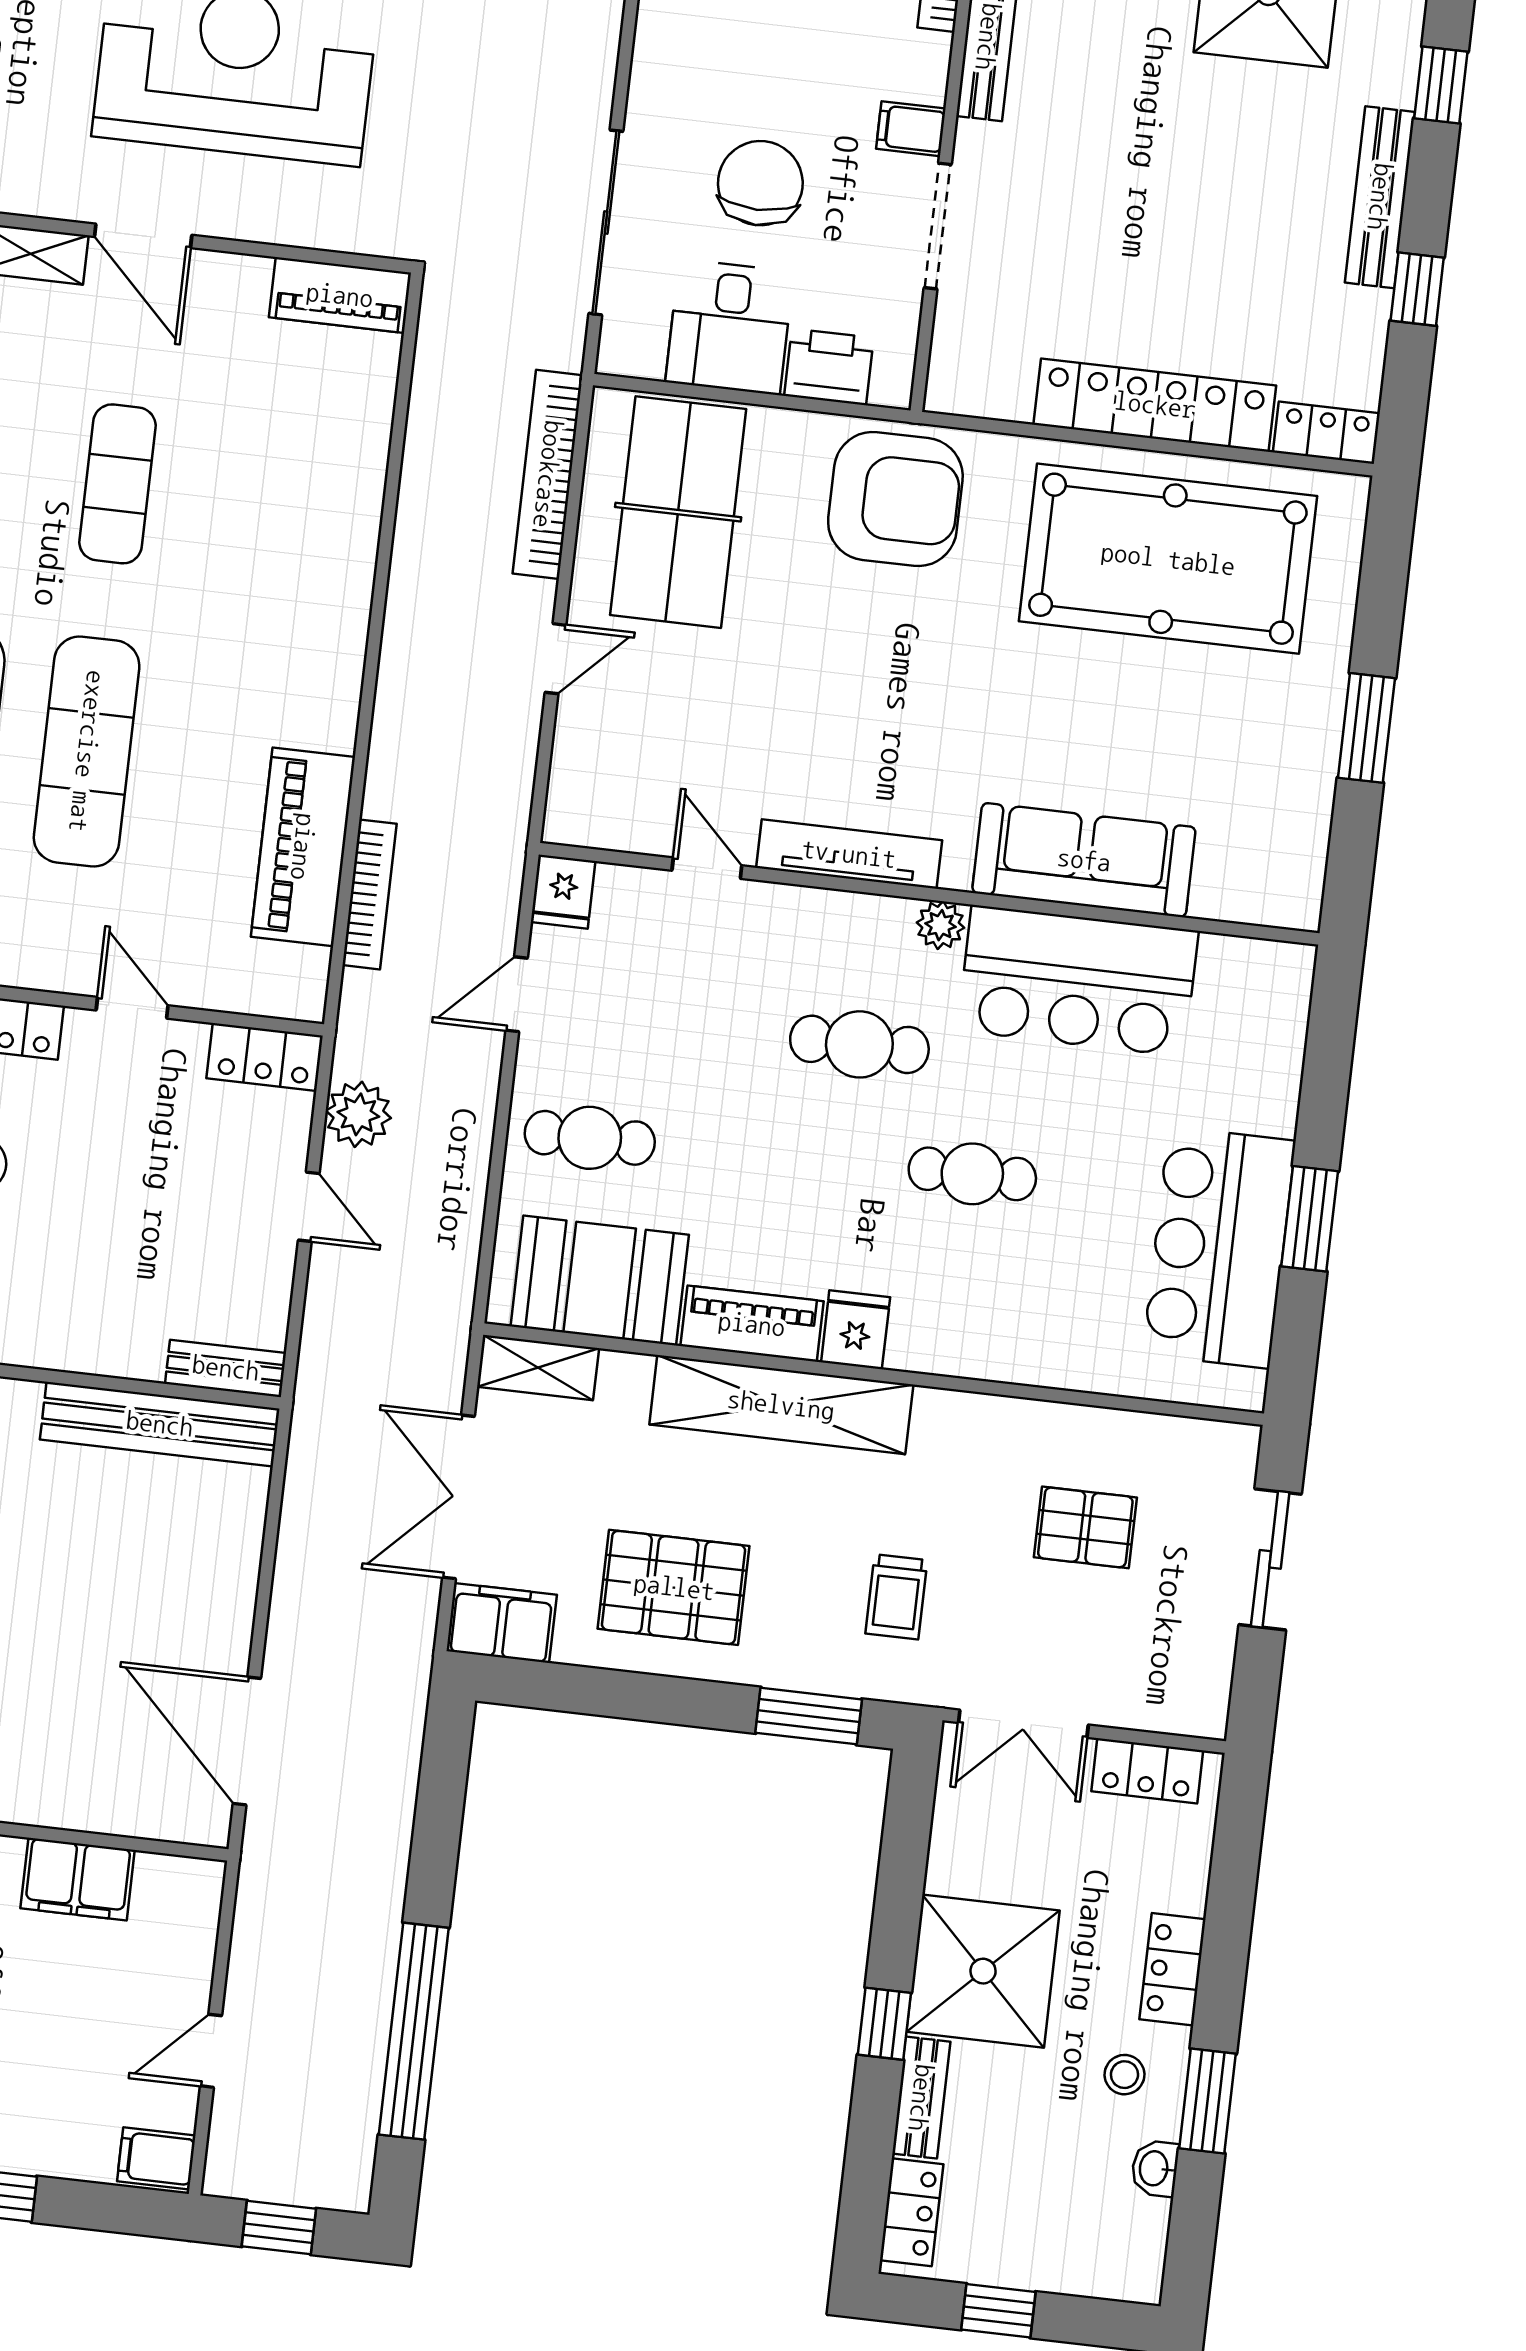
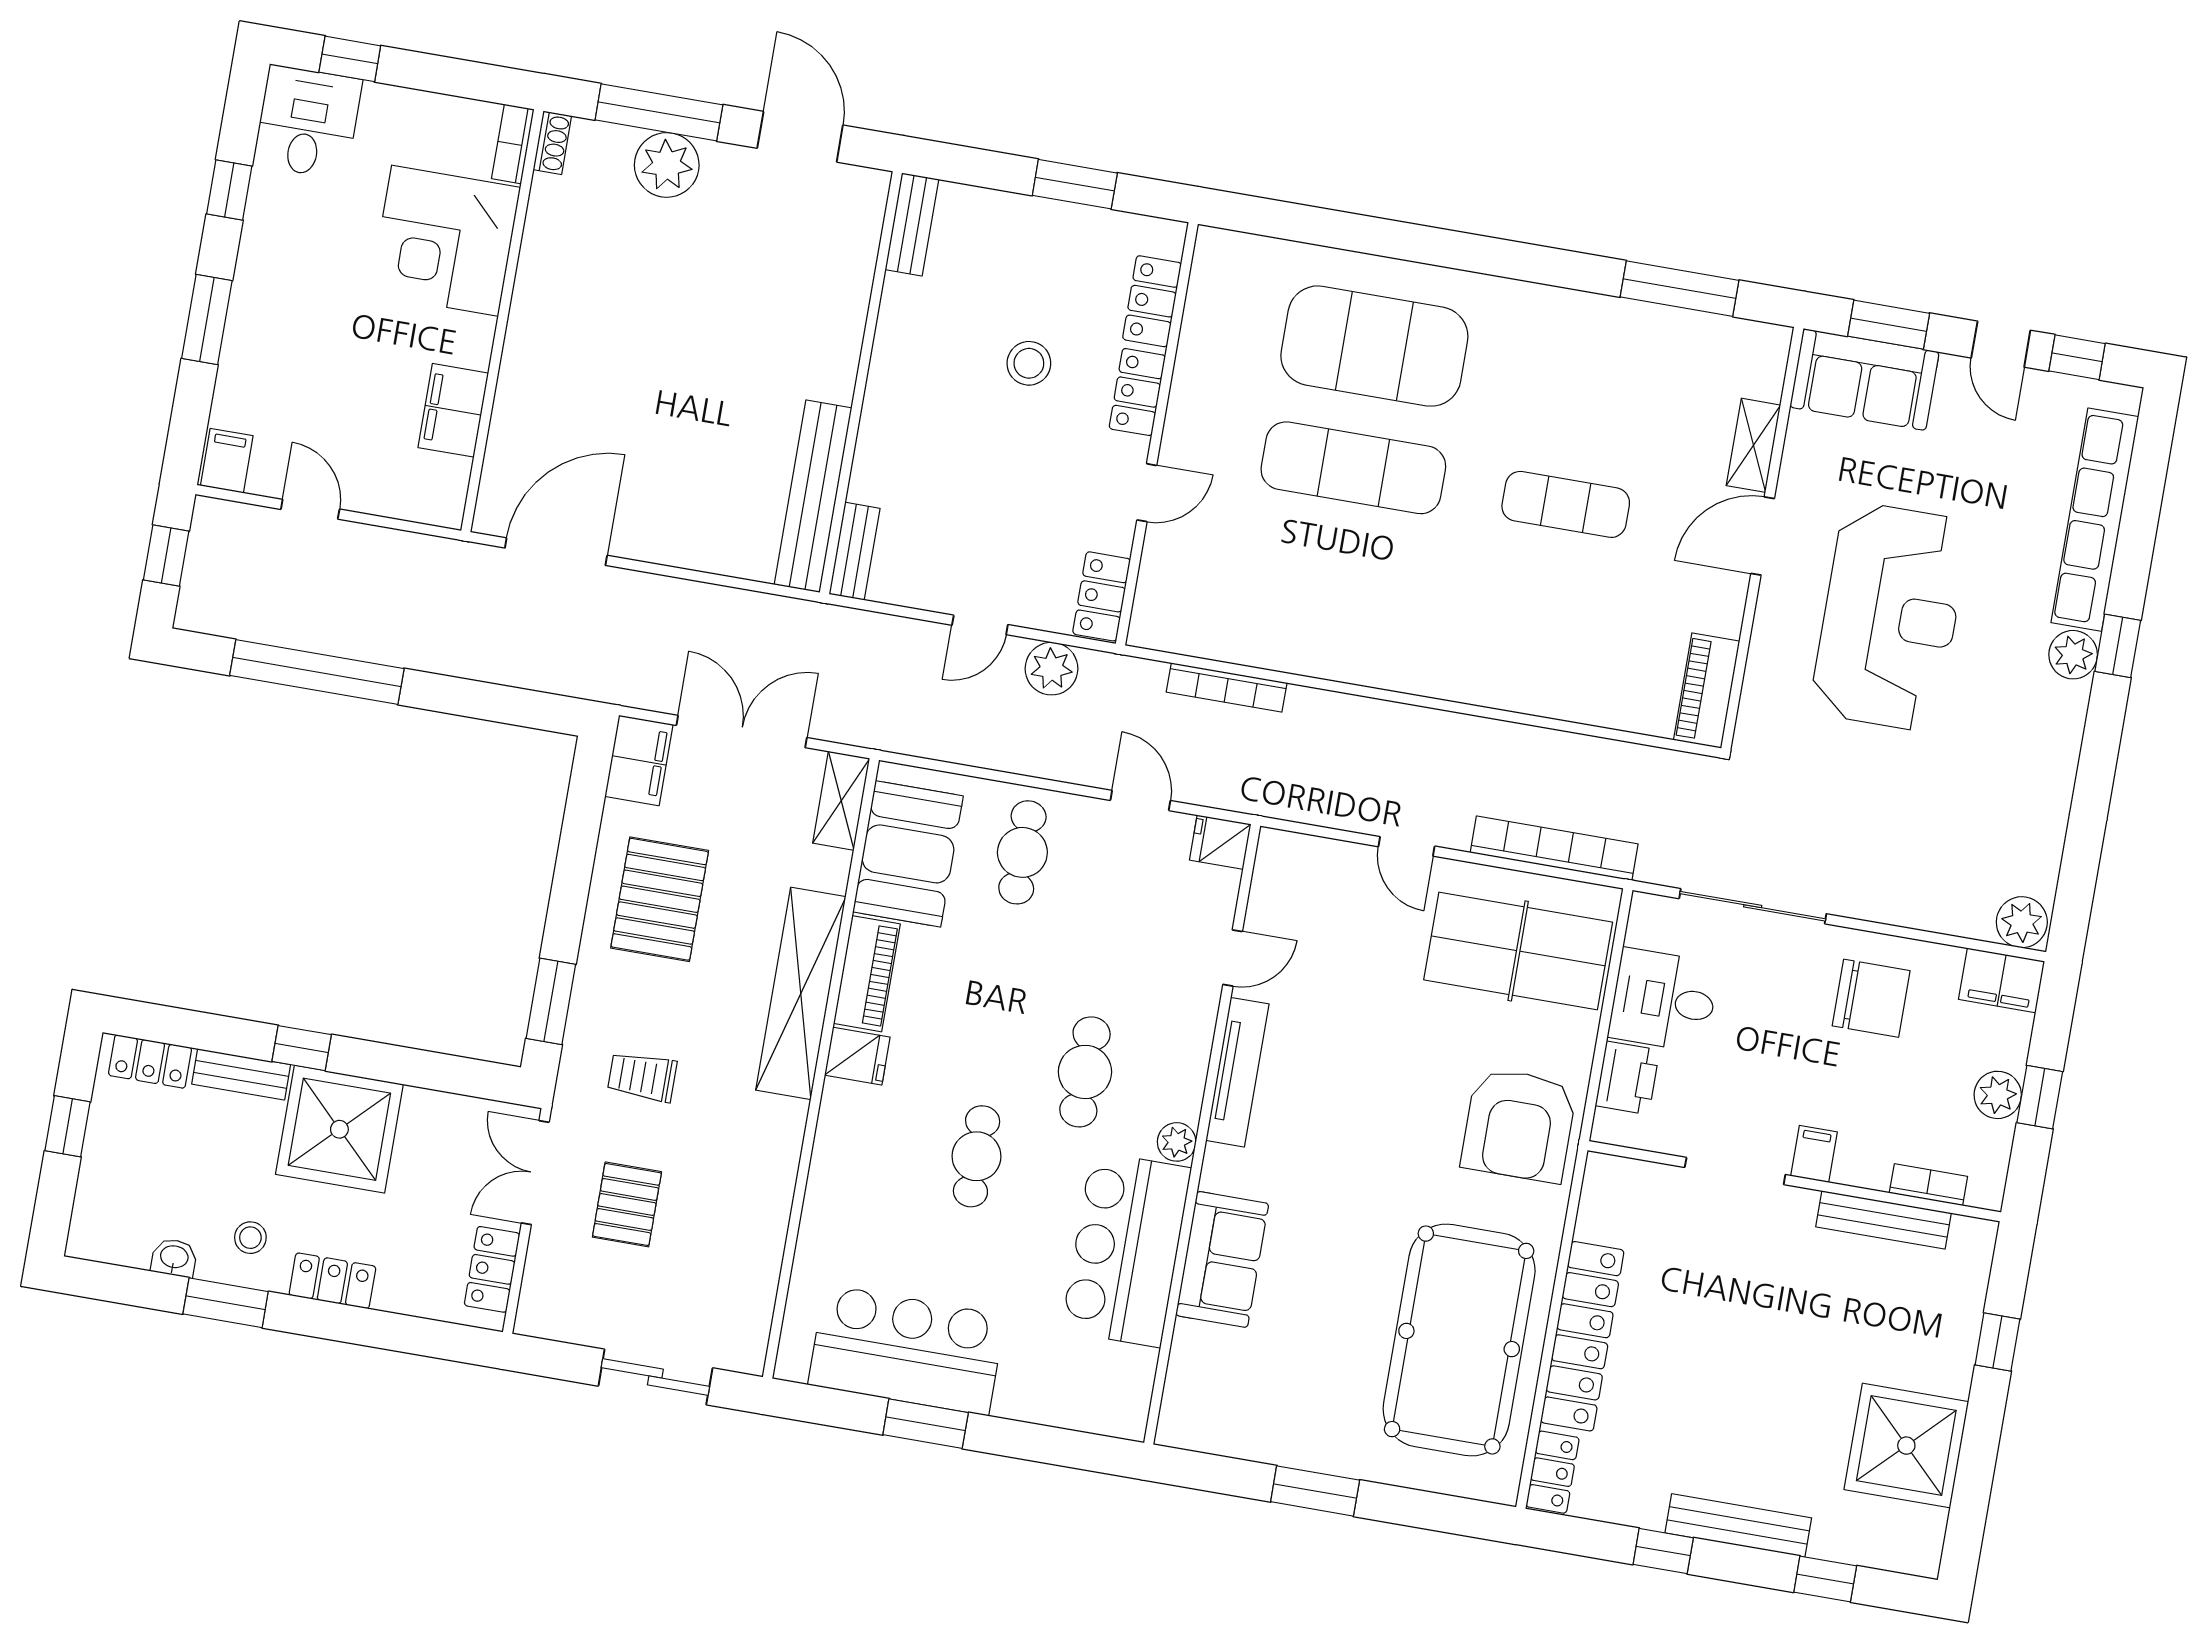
chair: (760, 183) -> (1871, 998), moved
piano: (303, 847) -> (1268, 636), removed
sofa: (1084, 860) -> (1222, 1259), width x0.73
pallet: (1085, 1527) -> (627, 1204), moved

